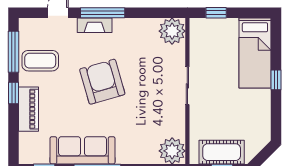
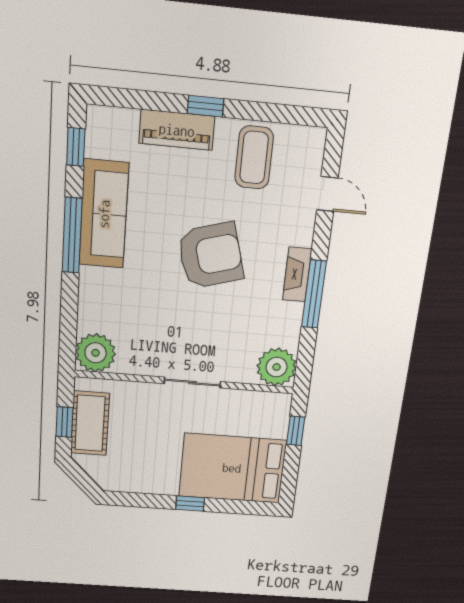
window: (103, 13) -> (314, 294), moved
fireplace: (95, 25) -> (297, 274), moved
window: (13, 52) -> (274, 113), removed
bed: (255, 53) -> (232, 468), width x1.50

